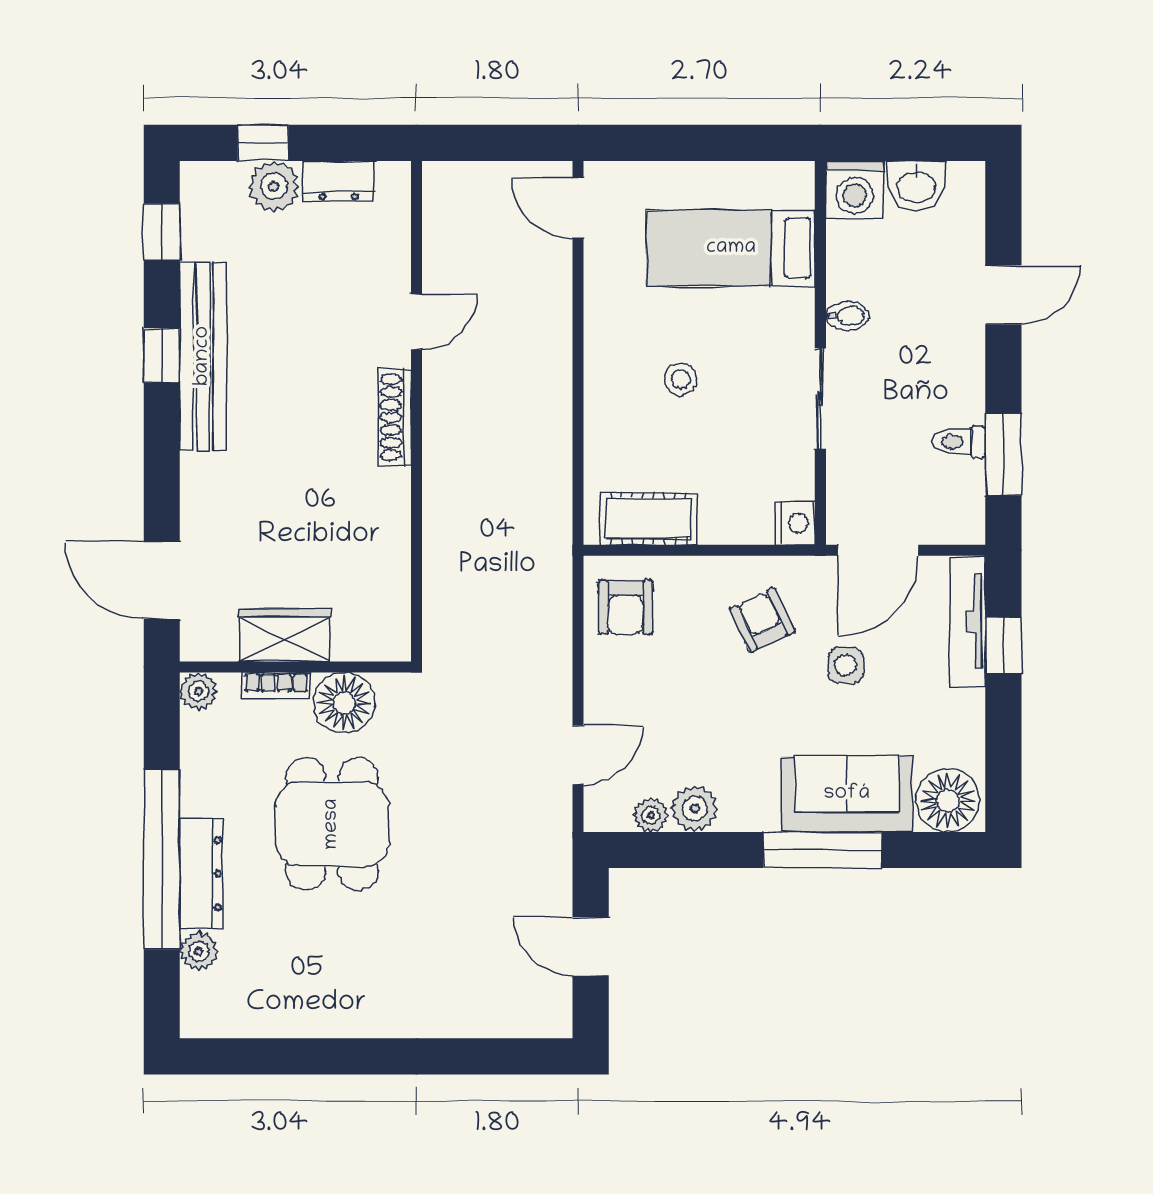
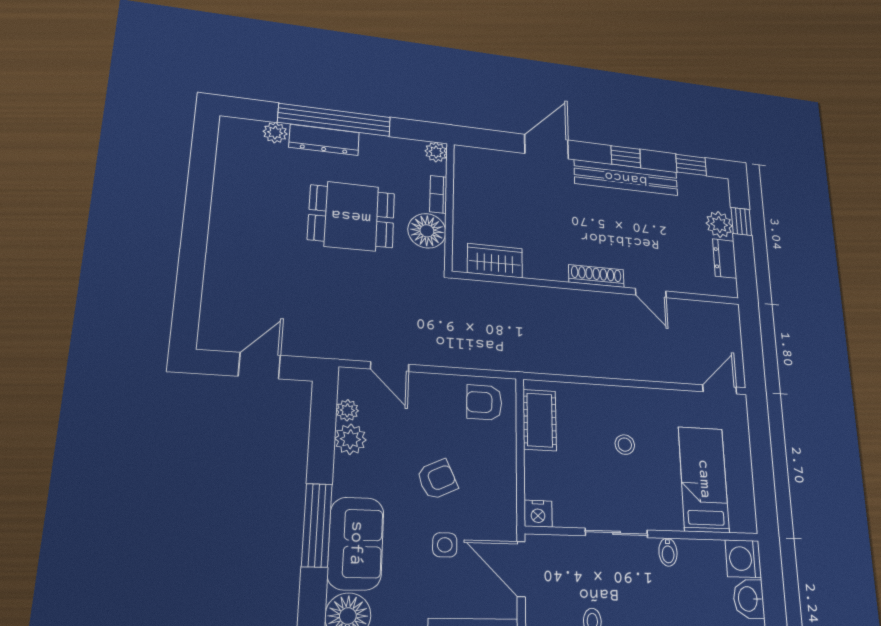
door: (162, 580) -> (547, 147), moved
armchair: (762, 620) -> (437, 479), moved
wardrobe: (284, 635) -> (495, 261), moved, turned -90

